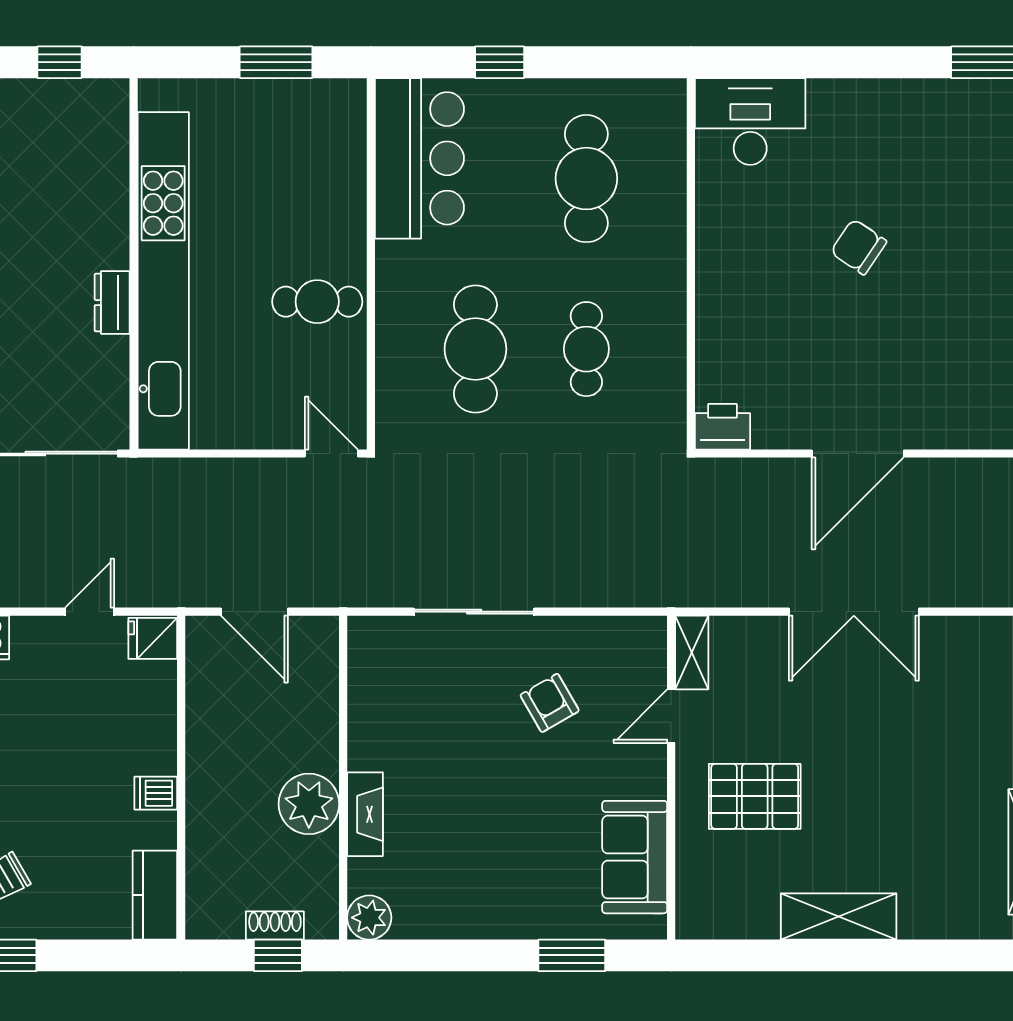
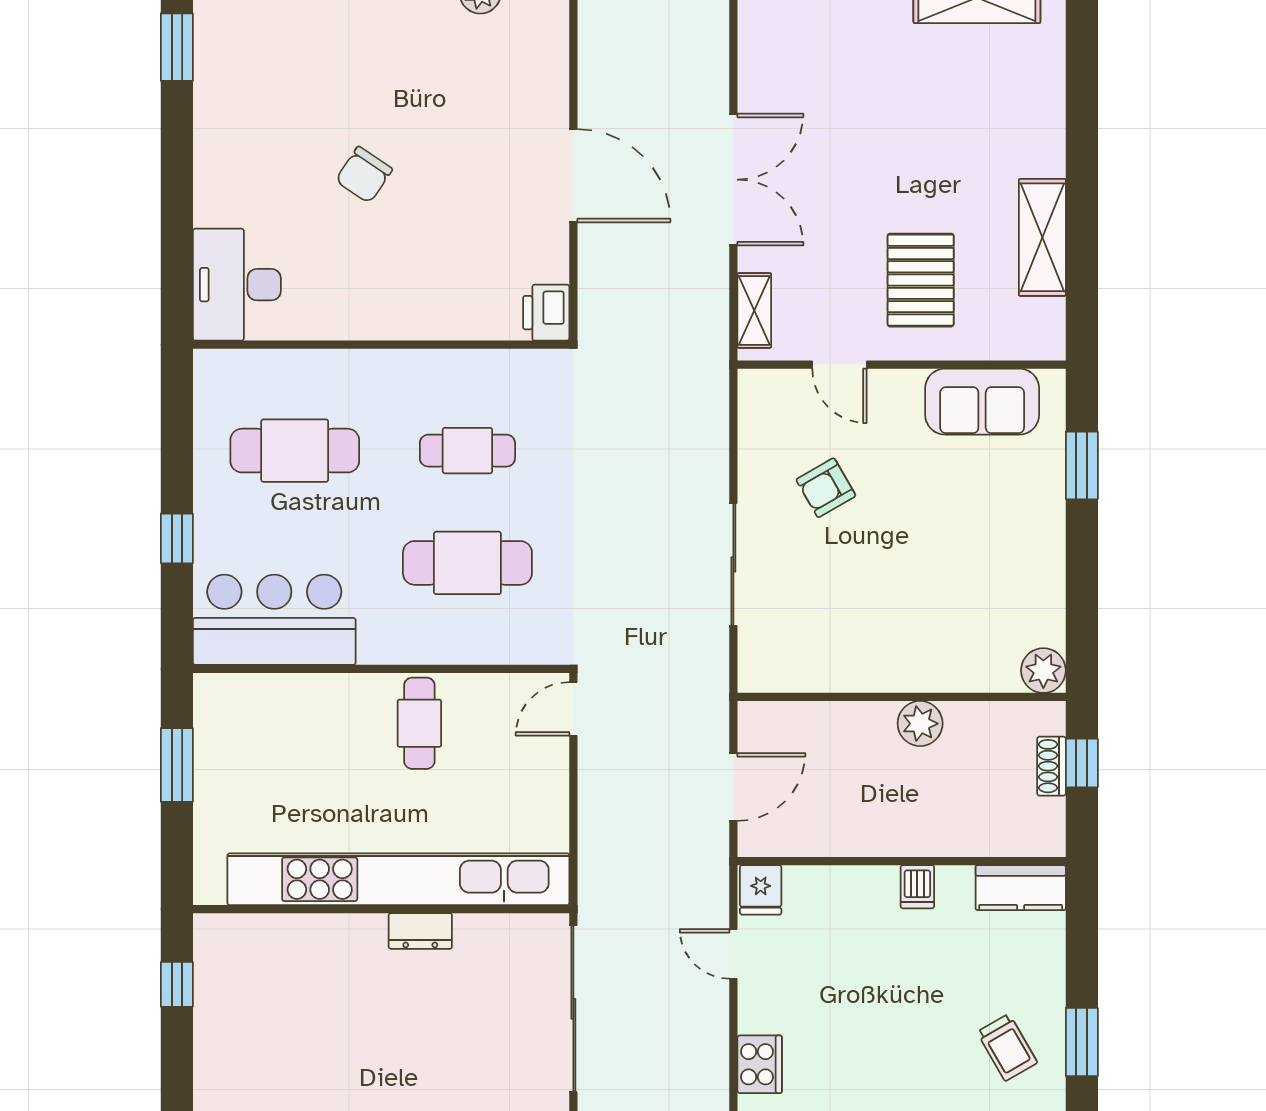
shelving: (692, 652) -> (754, 310), moved, turned 90
plant: (309, 804) -> (920, 724), width x0.73, depth x0.73
fireplace: (365, 814) -> (939, 675), removed
shelving: (839, 916) -> (1042, 237), moved

